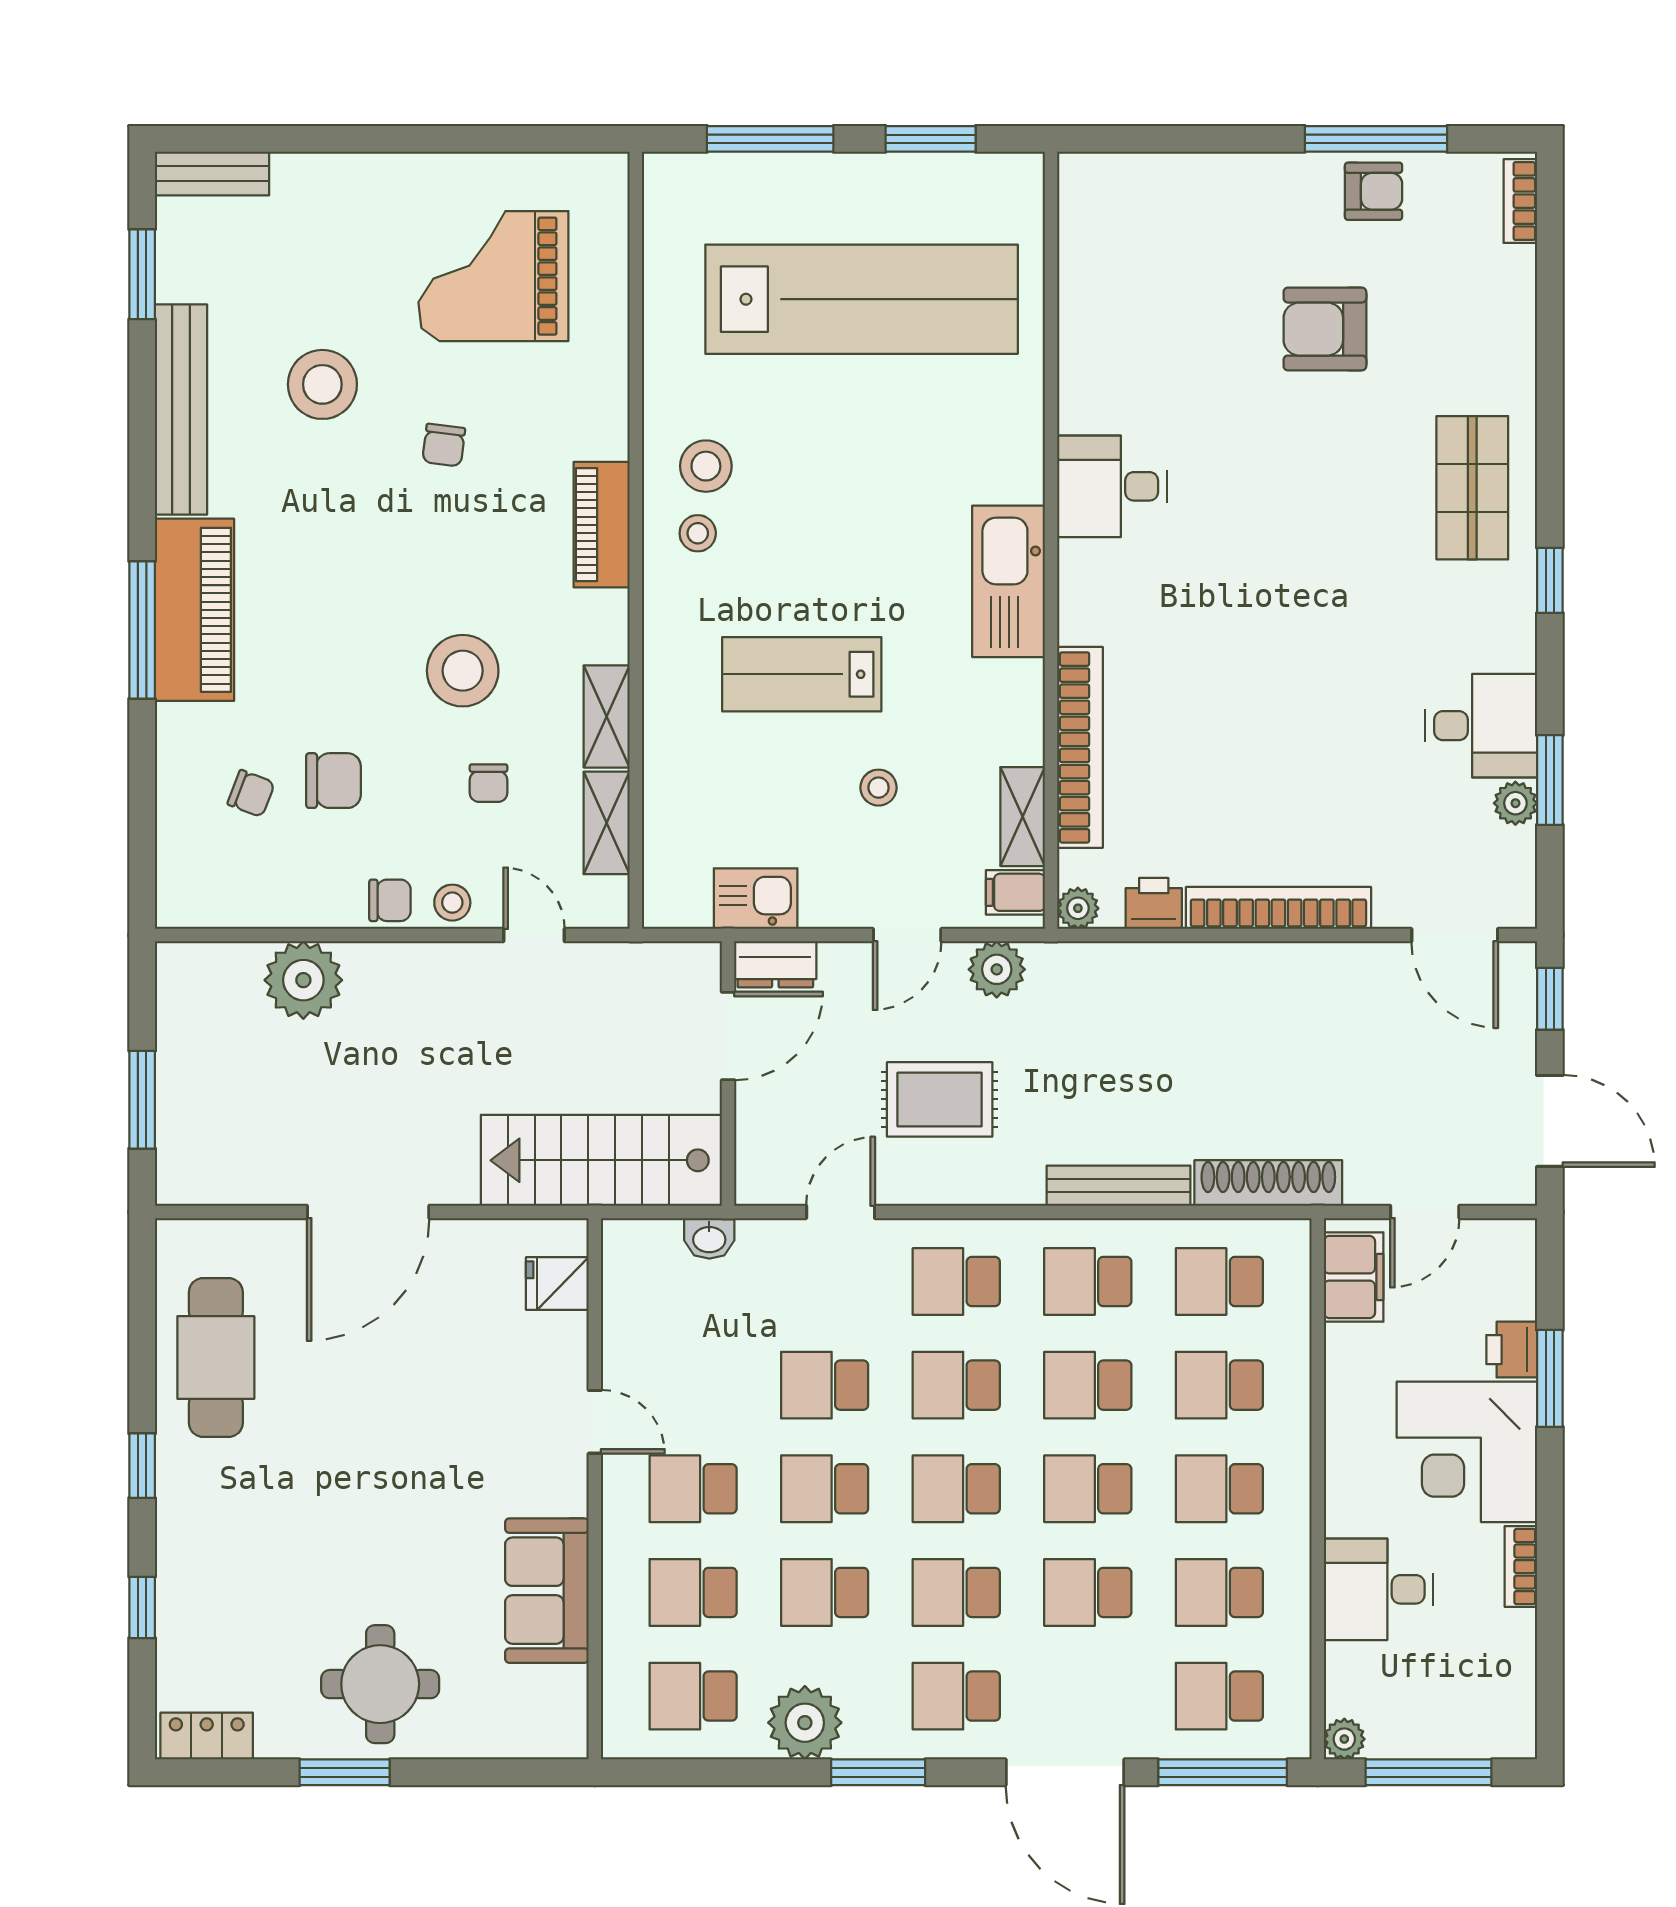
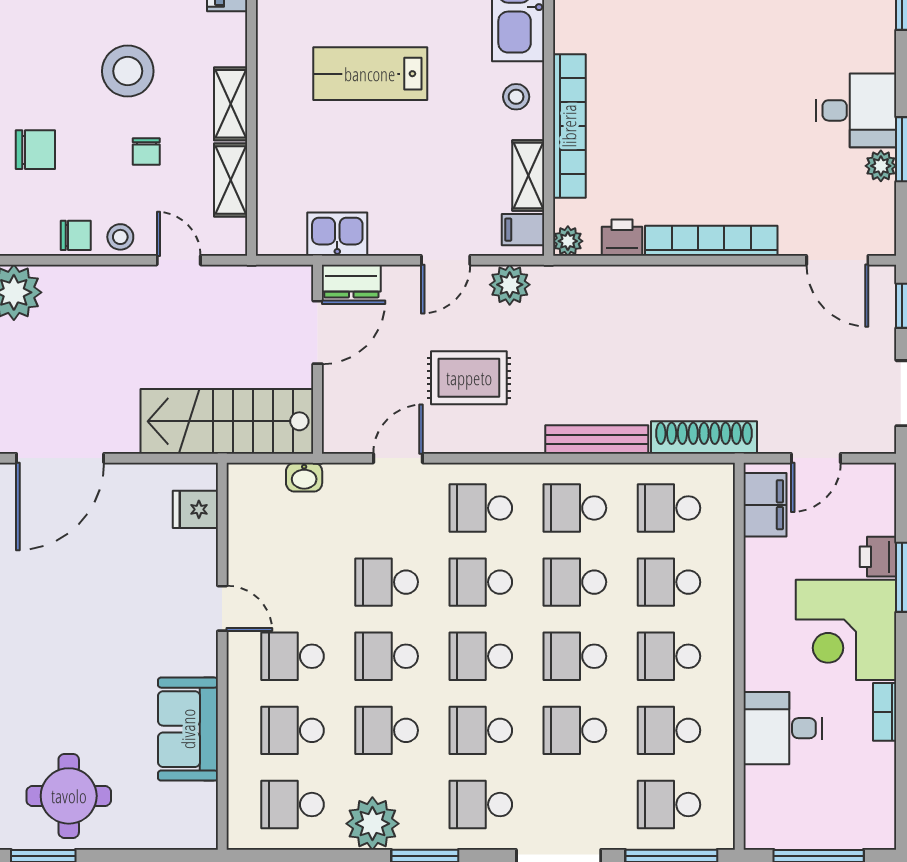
stool: (879, 788) -> (516, 97), moved
plant: (1344, 1739) -> (758, 835), removed

